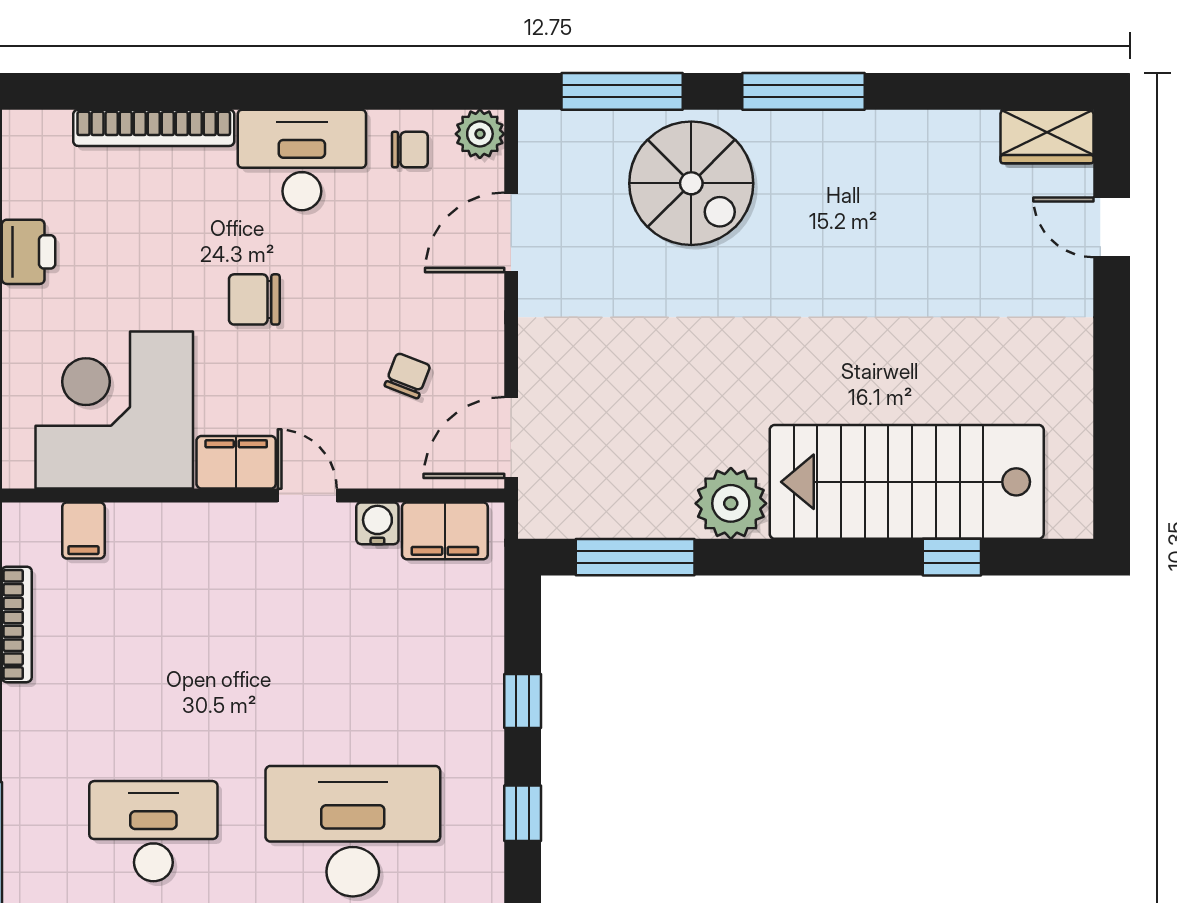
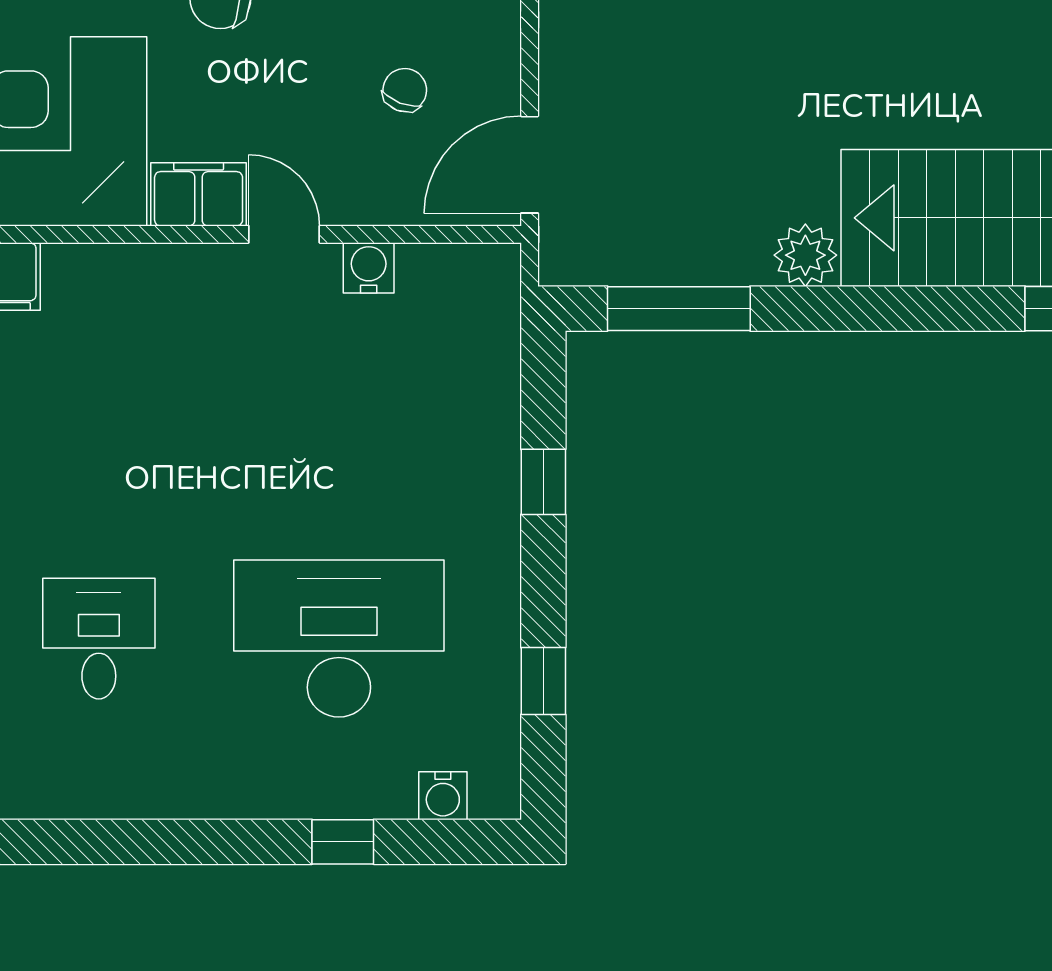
plant: (731, 503) -> (805, 255), width x0.73, depth x0.73
filing cabinet: (445, 531) -> (450, 277), removed
window: (523, 813) -> (543, 681), moved
desk: (153, 831) -> (99, 639), width x0.73

